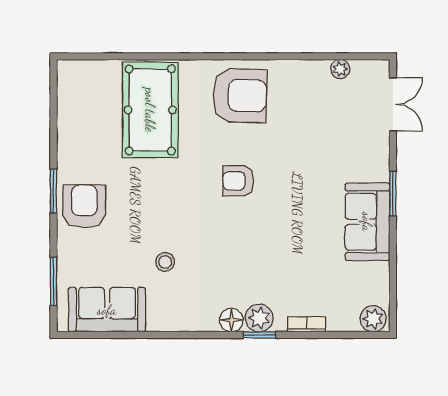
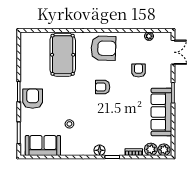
armchair: (317, 144) -> (139, 70), added
sofa: (367, 222) -> (161, 112), width x1.36
plant: (259, 318) -> (151, 149), moved

